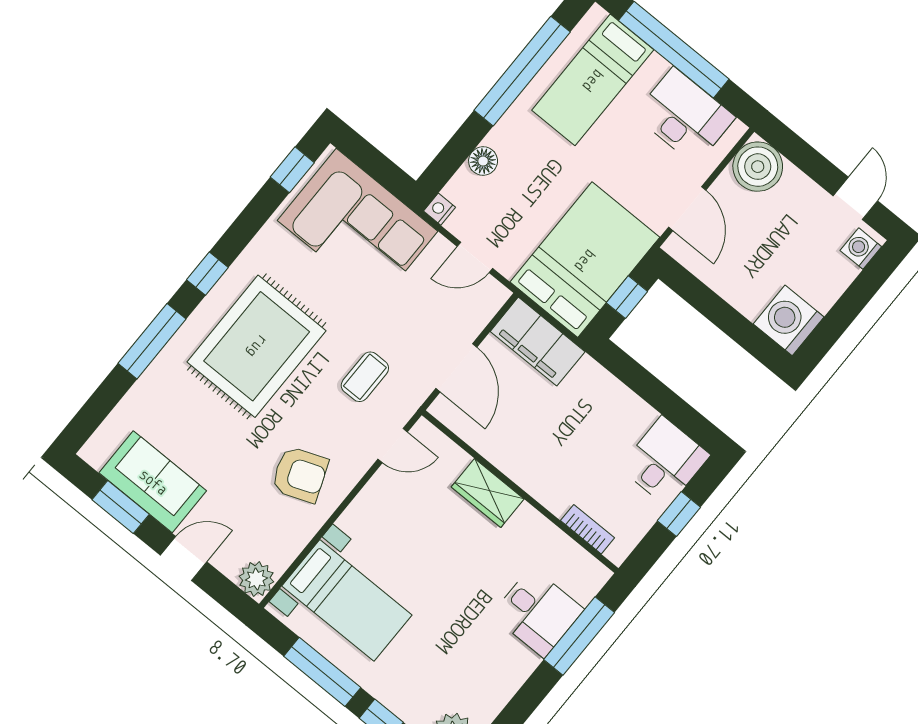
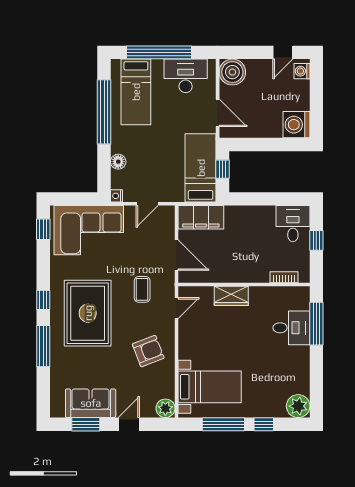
door: (855, 198) -> (283, 52), swing flipped
bed: (585, 260) -> (201, 168), width x0.67

